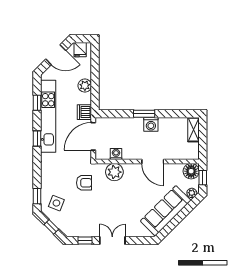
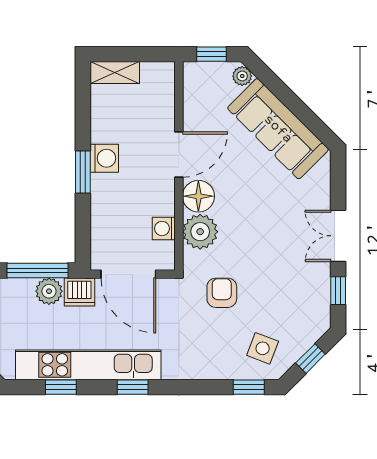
plant: (85, 86) -> (49, 291), moved
window: (95, 91) -> (37, 270), added
floor lamp: (191, 171) -> (198, 196), moved

